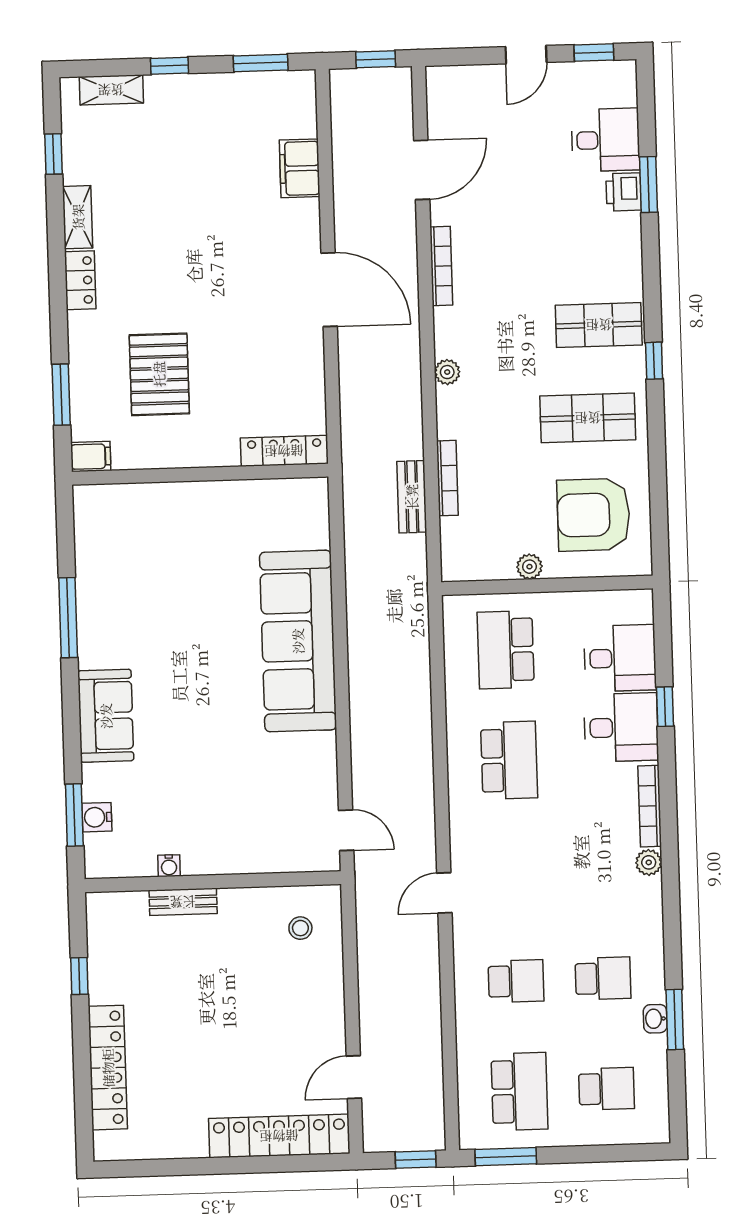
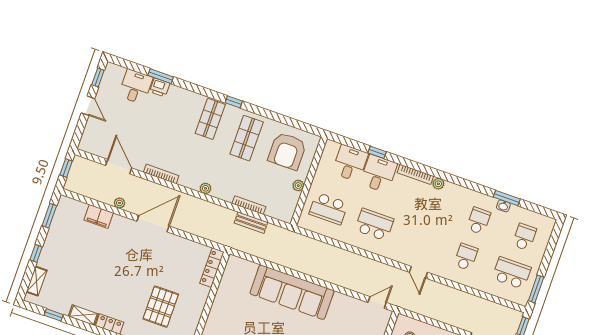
plant: (345, 201) -> (119, 203), added
pallet: (159, 374) -> (161, 307), turned 90

